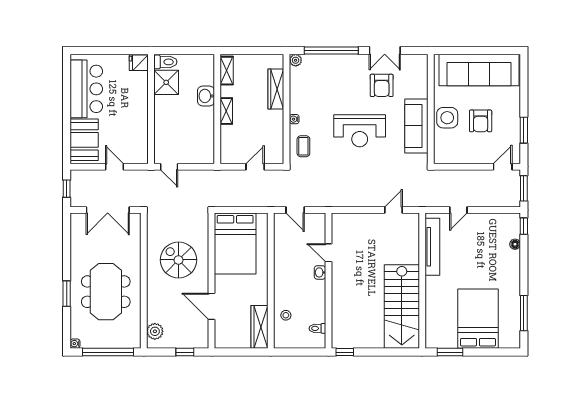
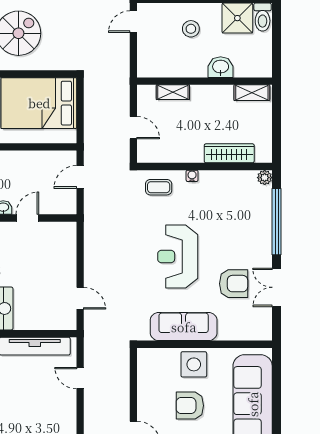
armchair: (382, 85) -> (234, 284), turned 180
shelving: (226, 111) -> (173, 92), moved
stool: (175, 120) -> (191, 29), added

